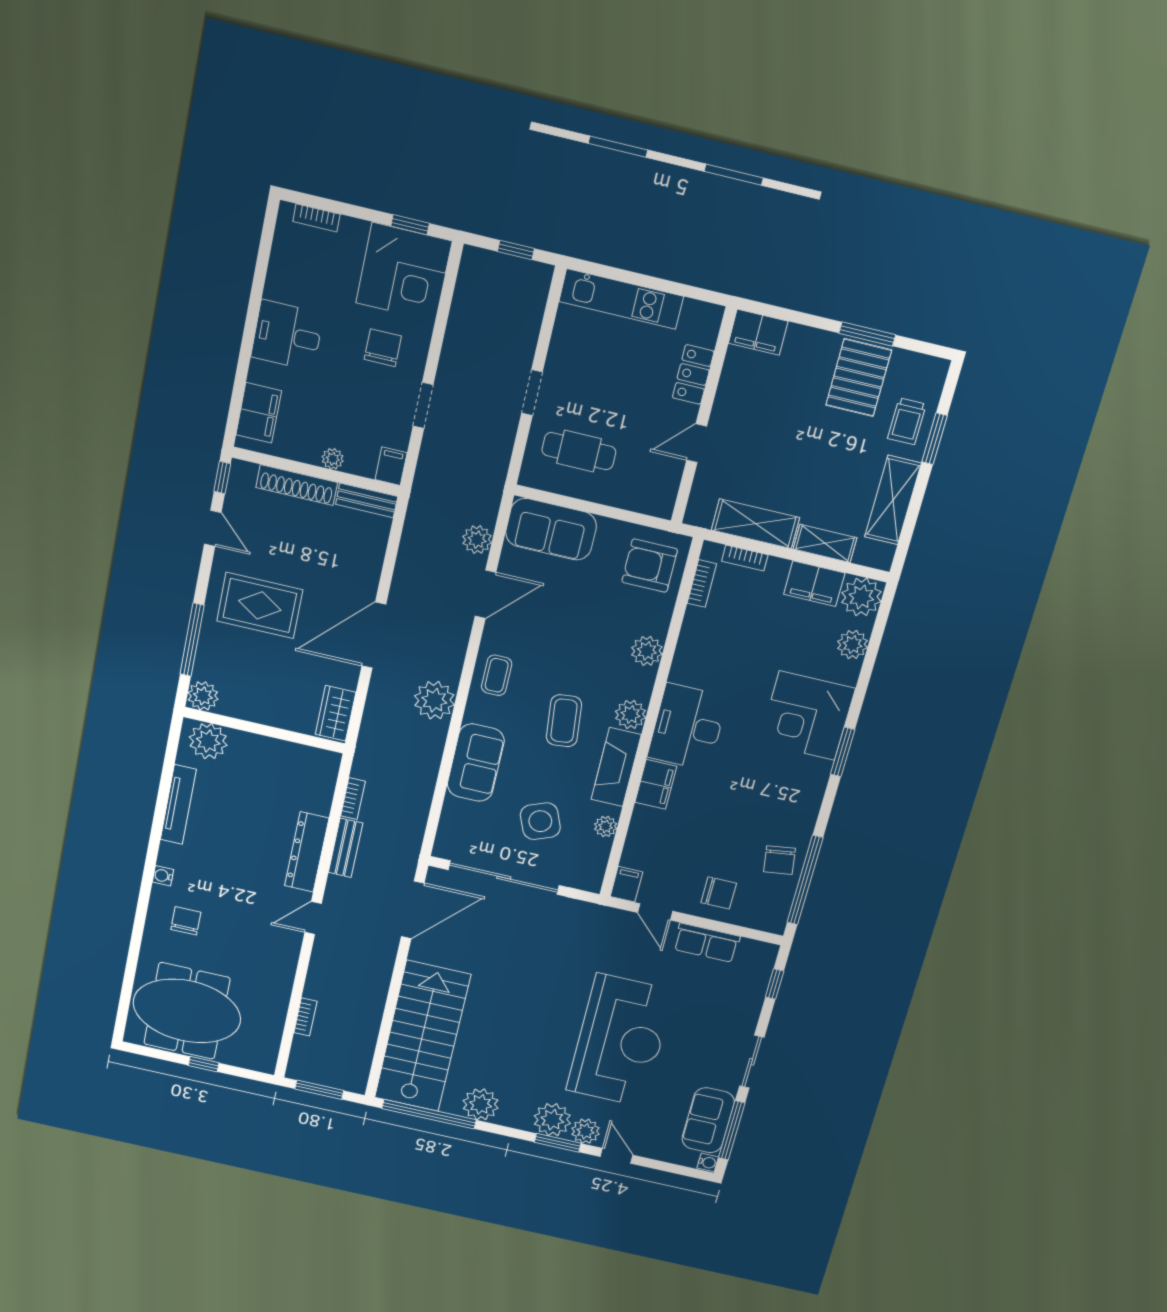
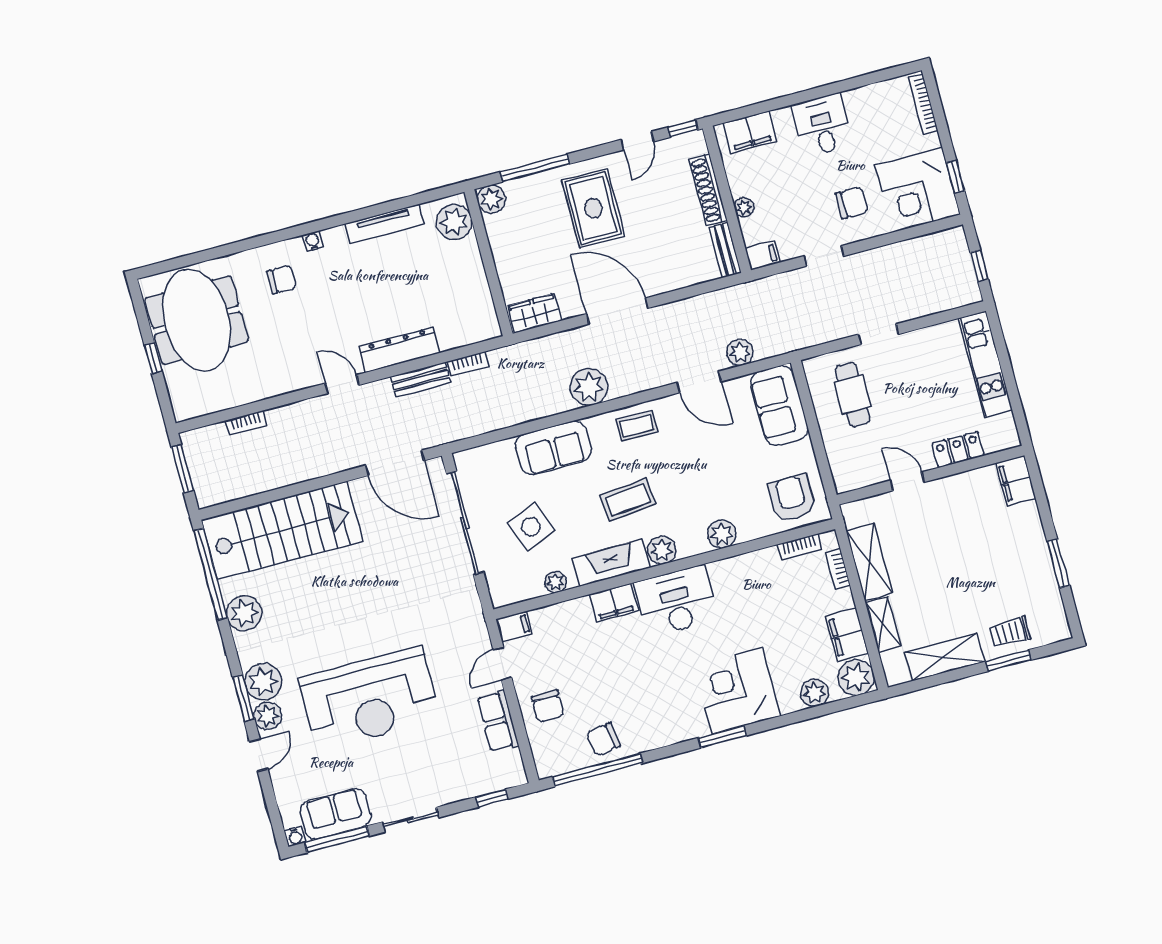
bookcase: (316, 218) -> (923, 104), width x1.56
pallet: (859, 378) -> (1023, 576), removed

